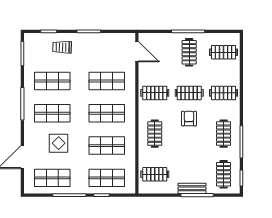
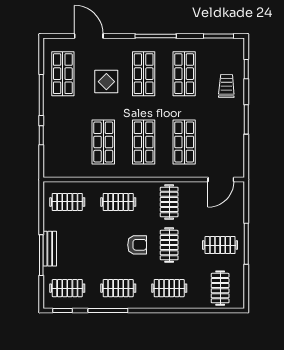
clothes rail: (224, 93) -> (169, 288), turned 90
clothes rail: (155, 174) -> (67, 202), turned 90
shop shelf: (107, 178) -> (63, 142), removed

